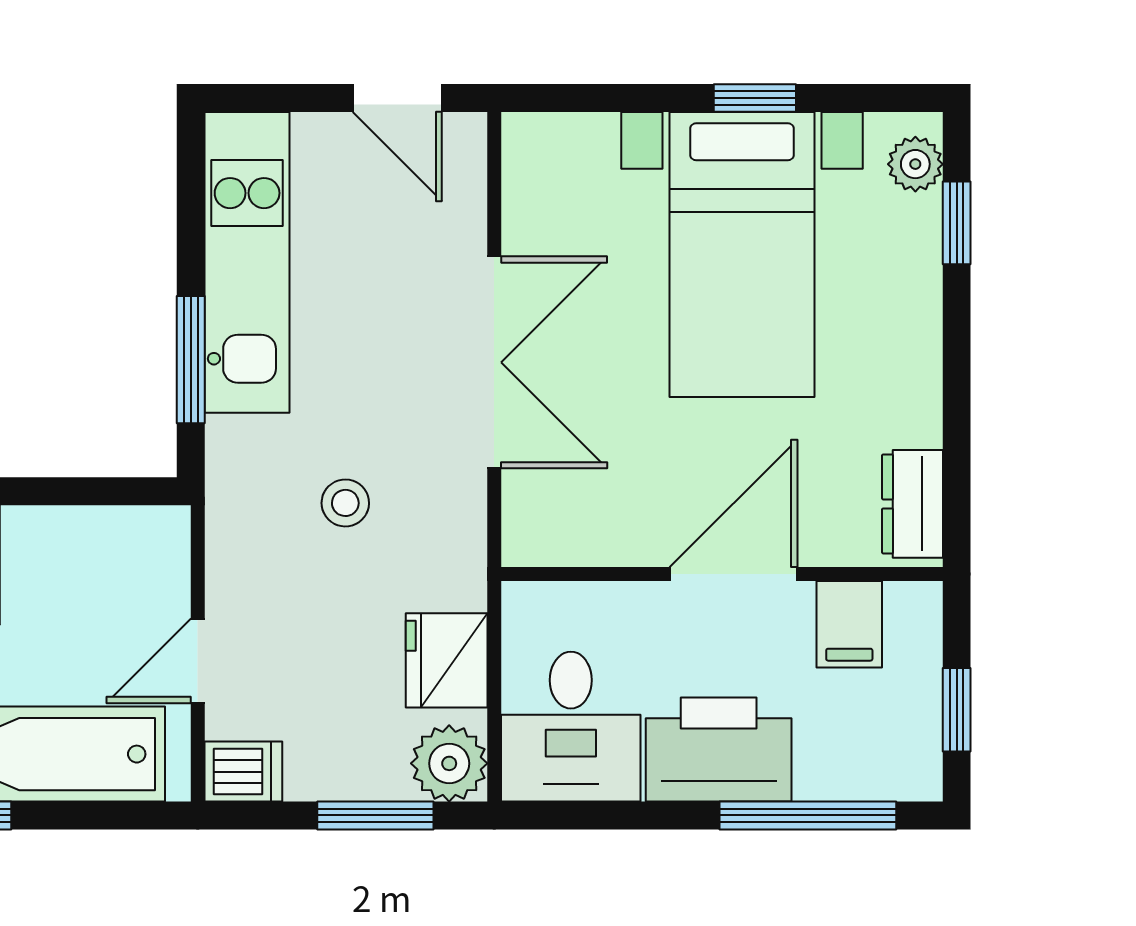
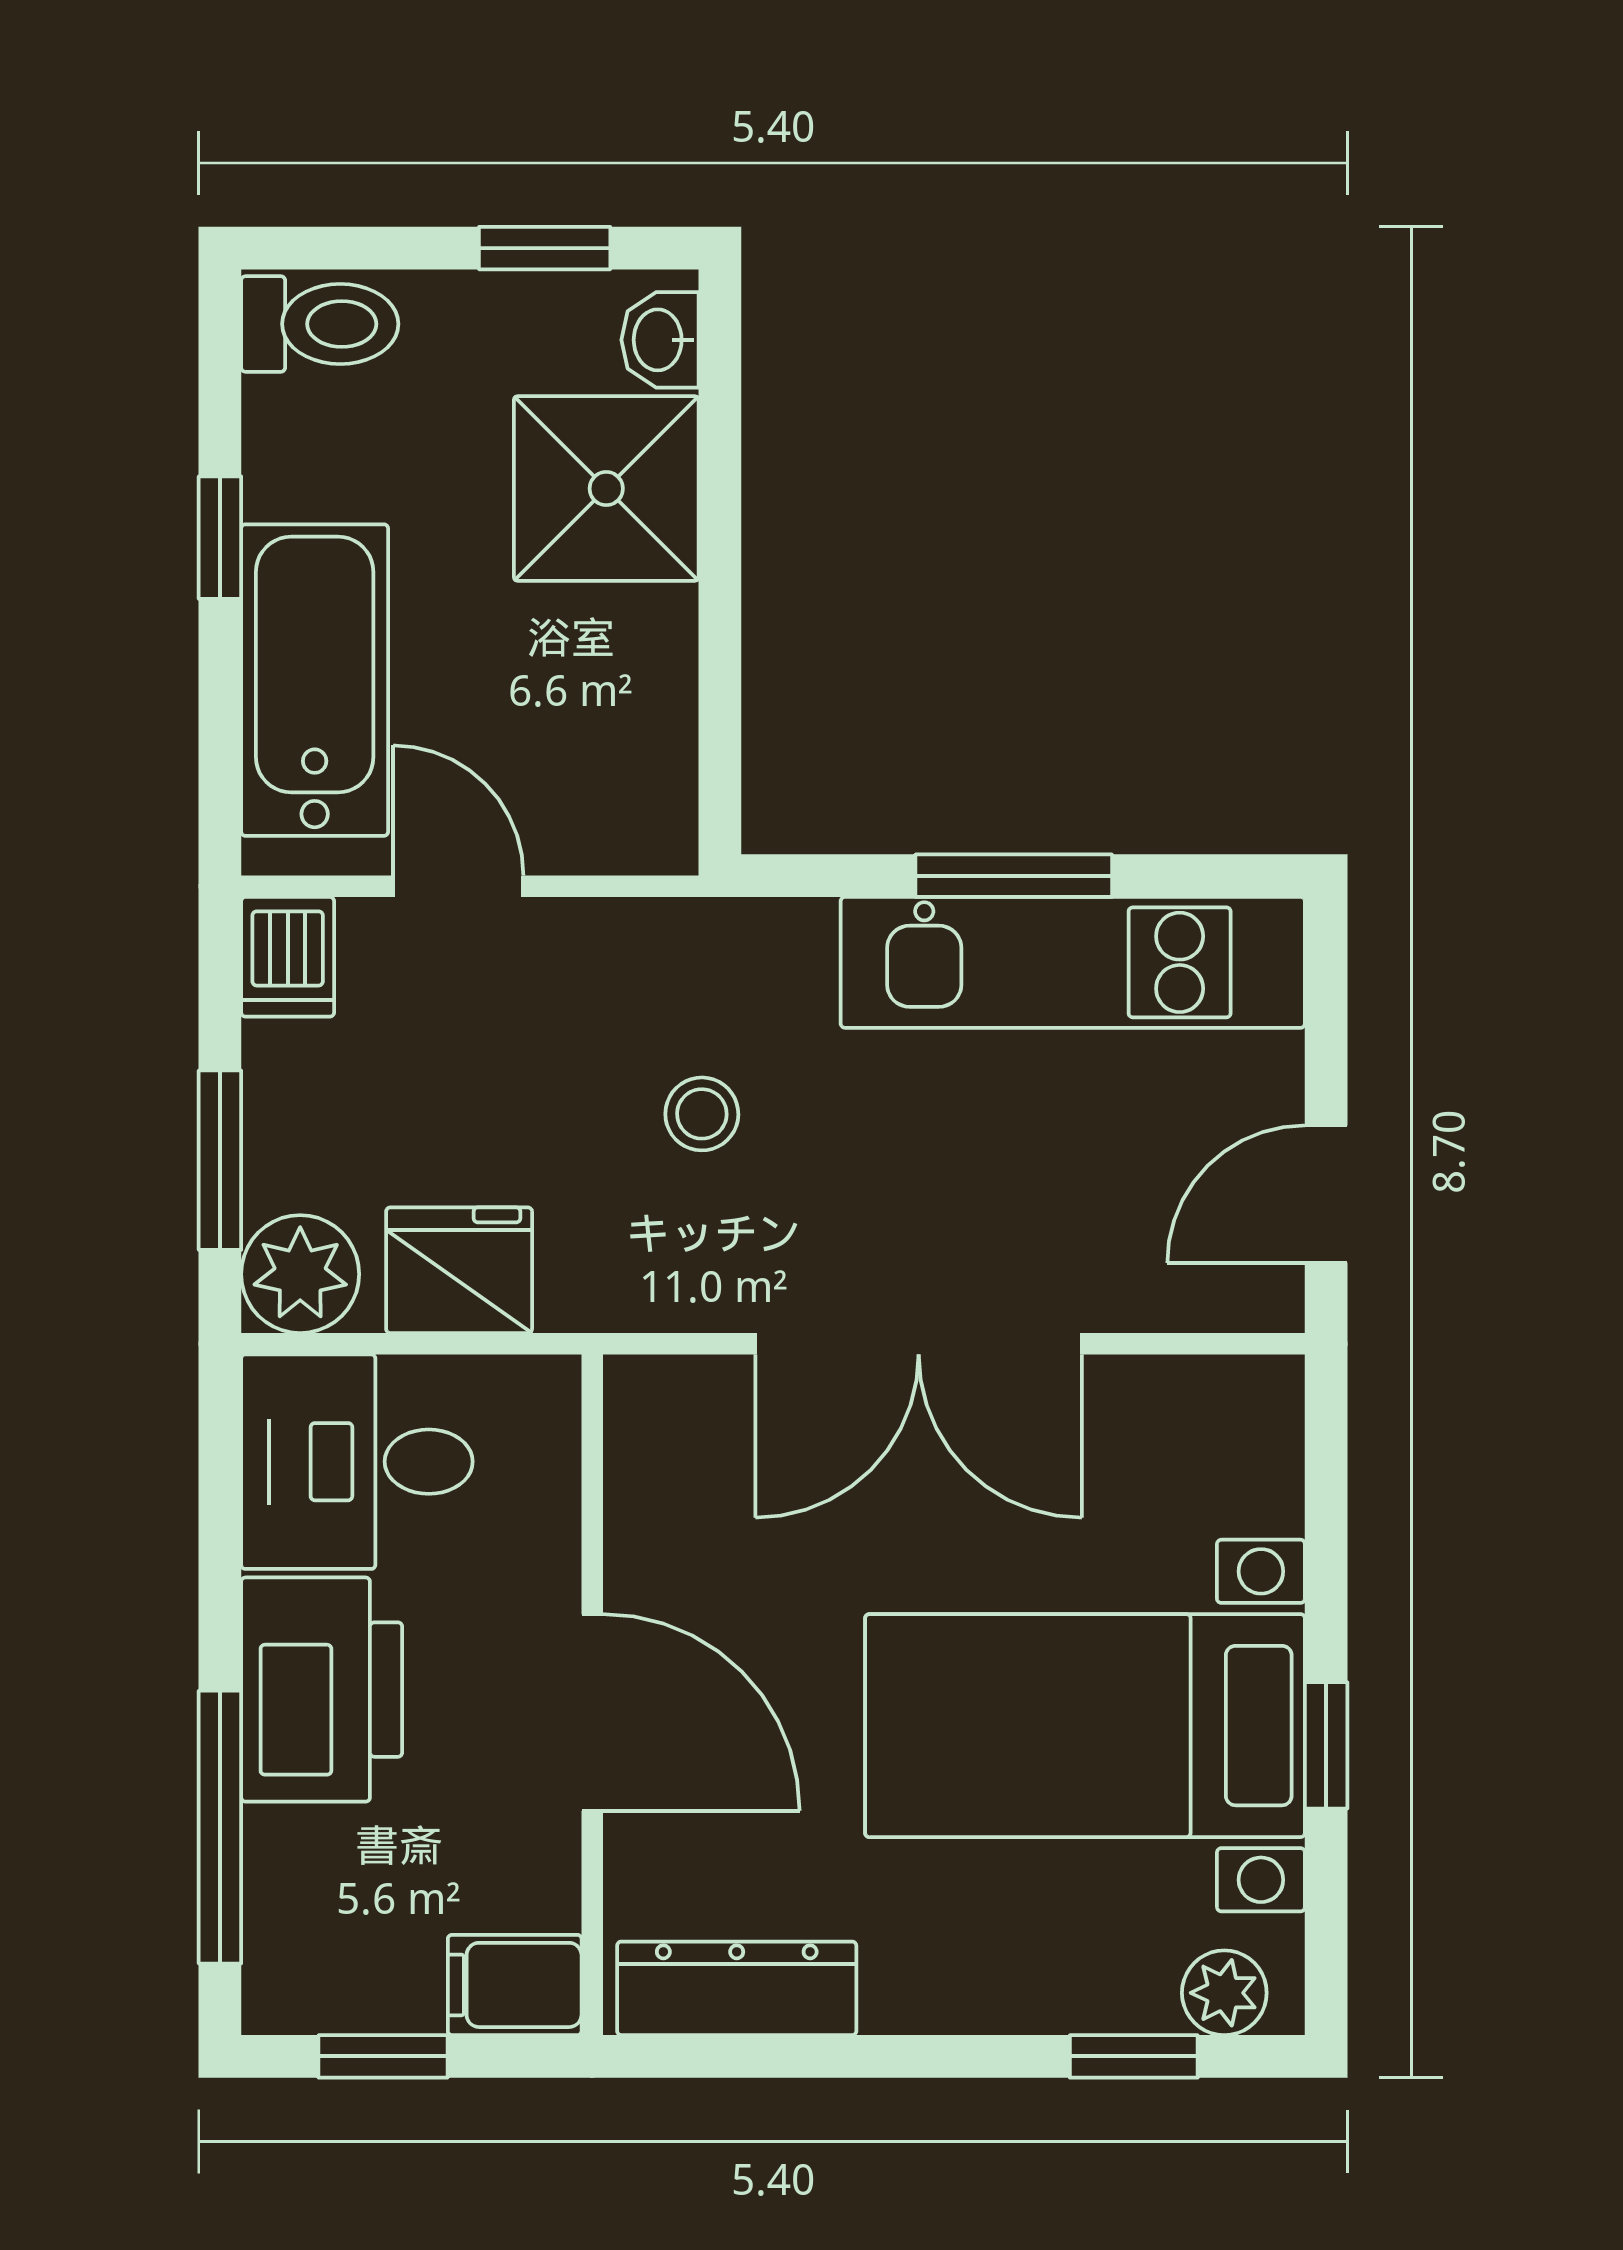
window: (191, 360) -> (1014, 876), moved
dresser: (912, 504) -> (737, 1988), width x1.44
filing cabinet: (849, 624) -> (515, 1985), moved

